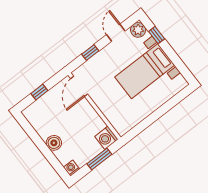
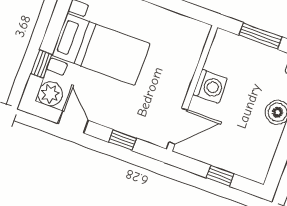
door: (116, 33) -> (73, 122), swing flipped
washing machine: (106, 138) -> (210, 86), moved

